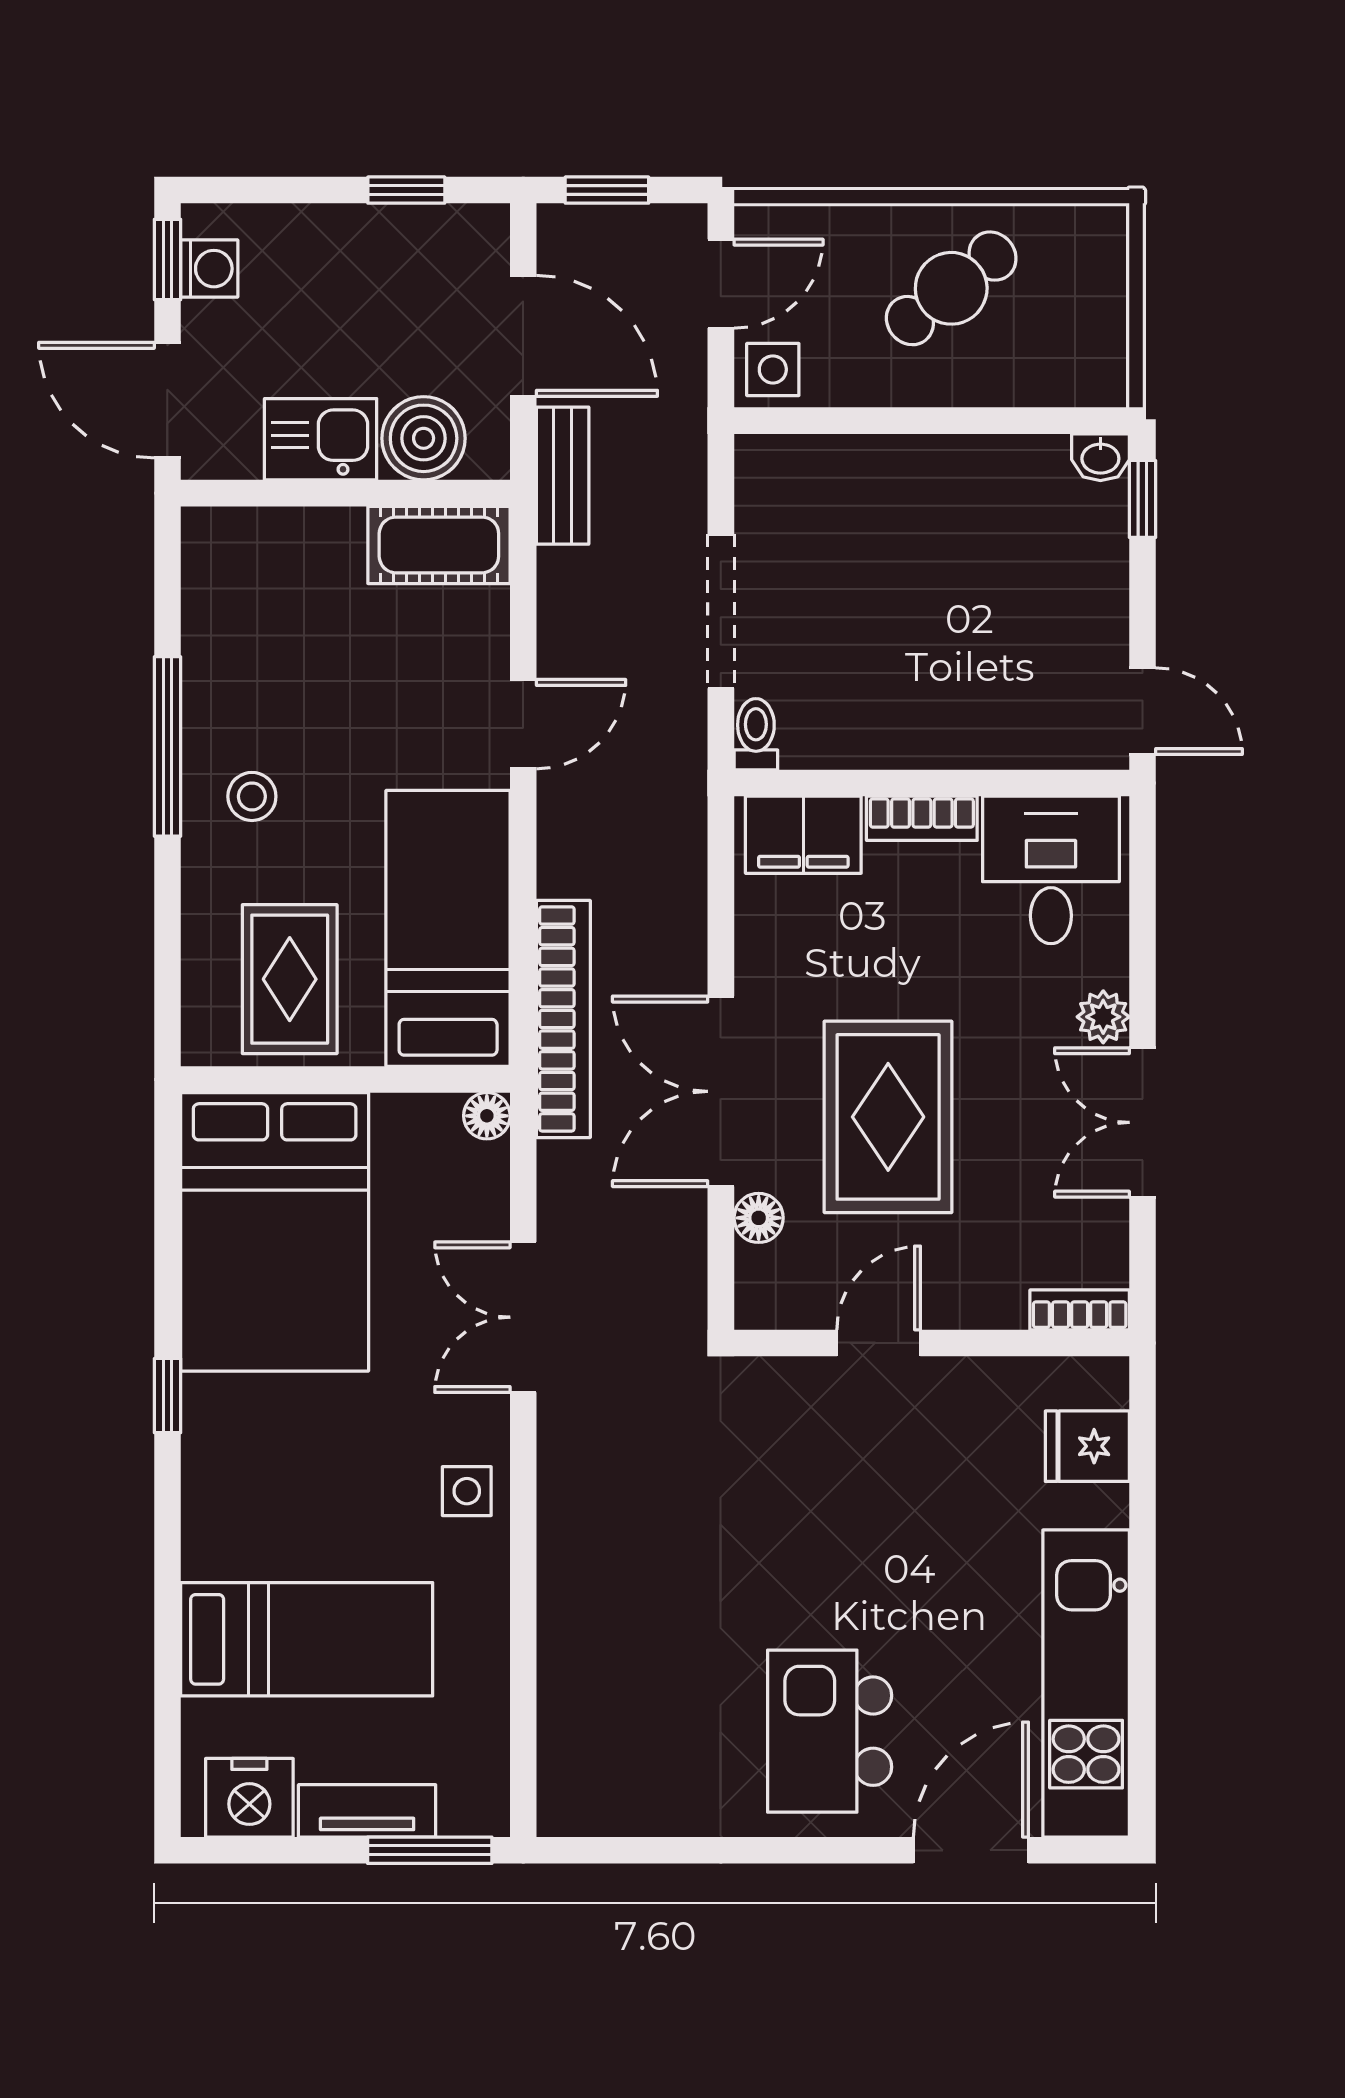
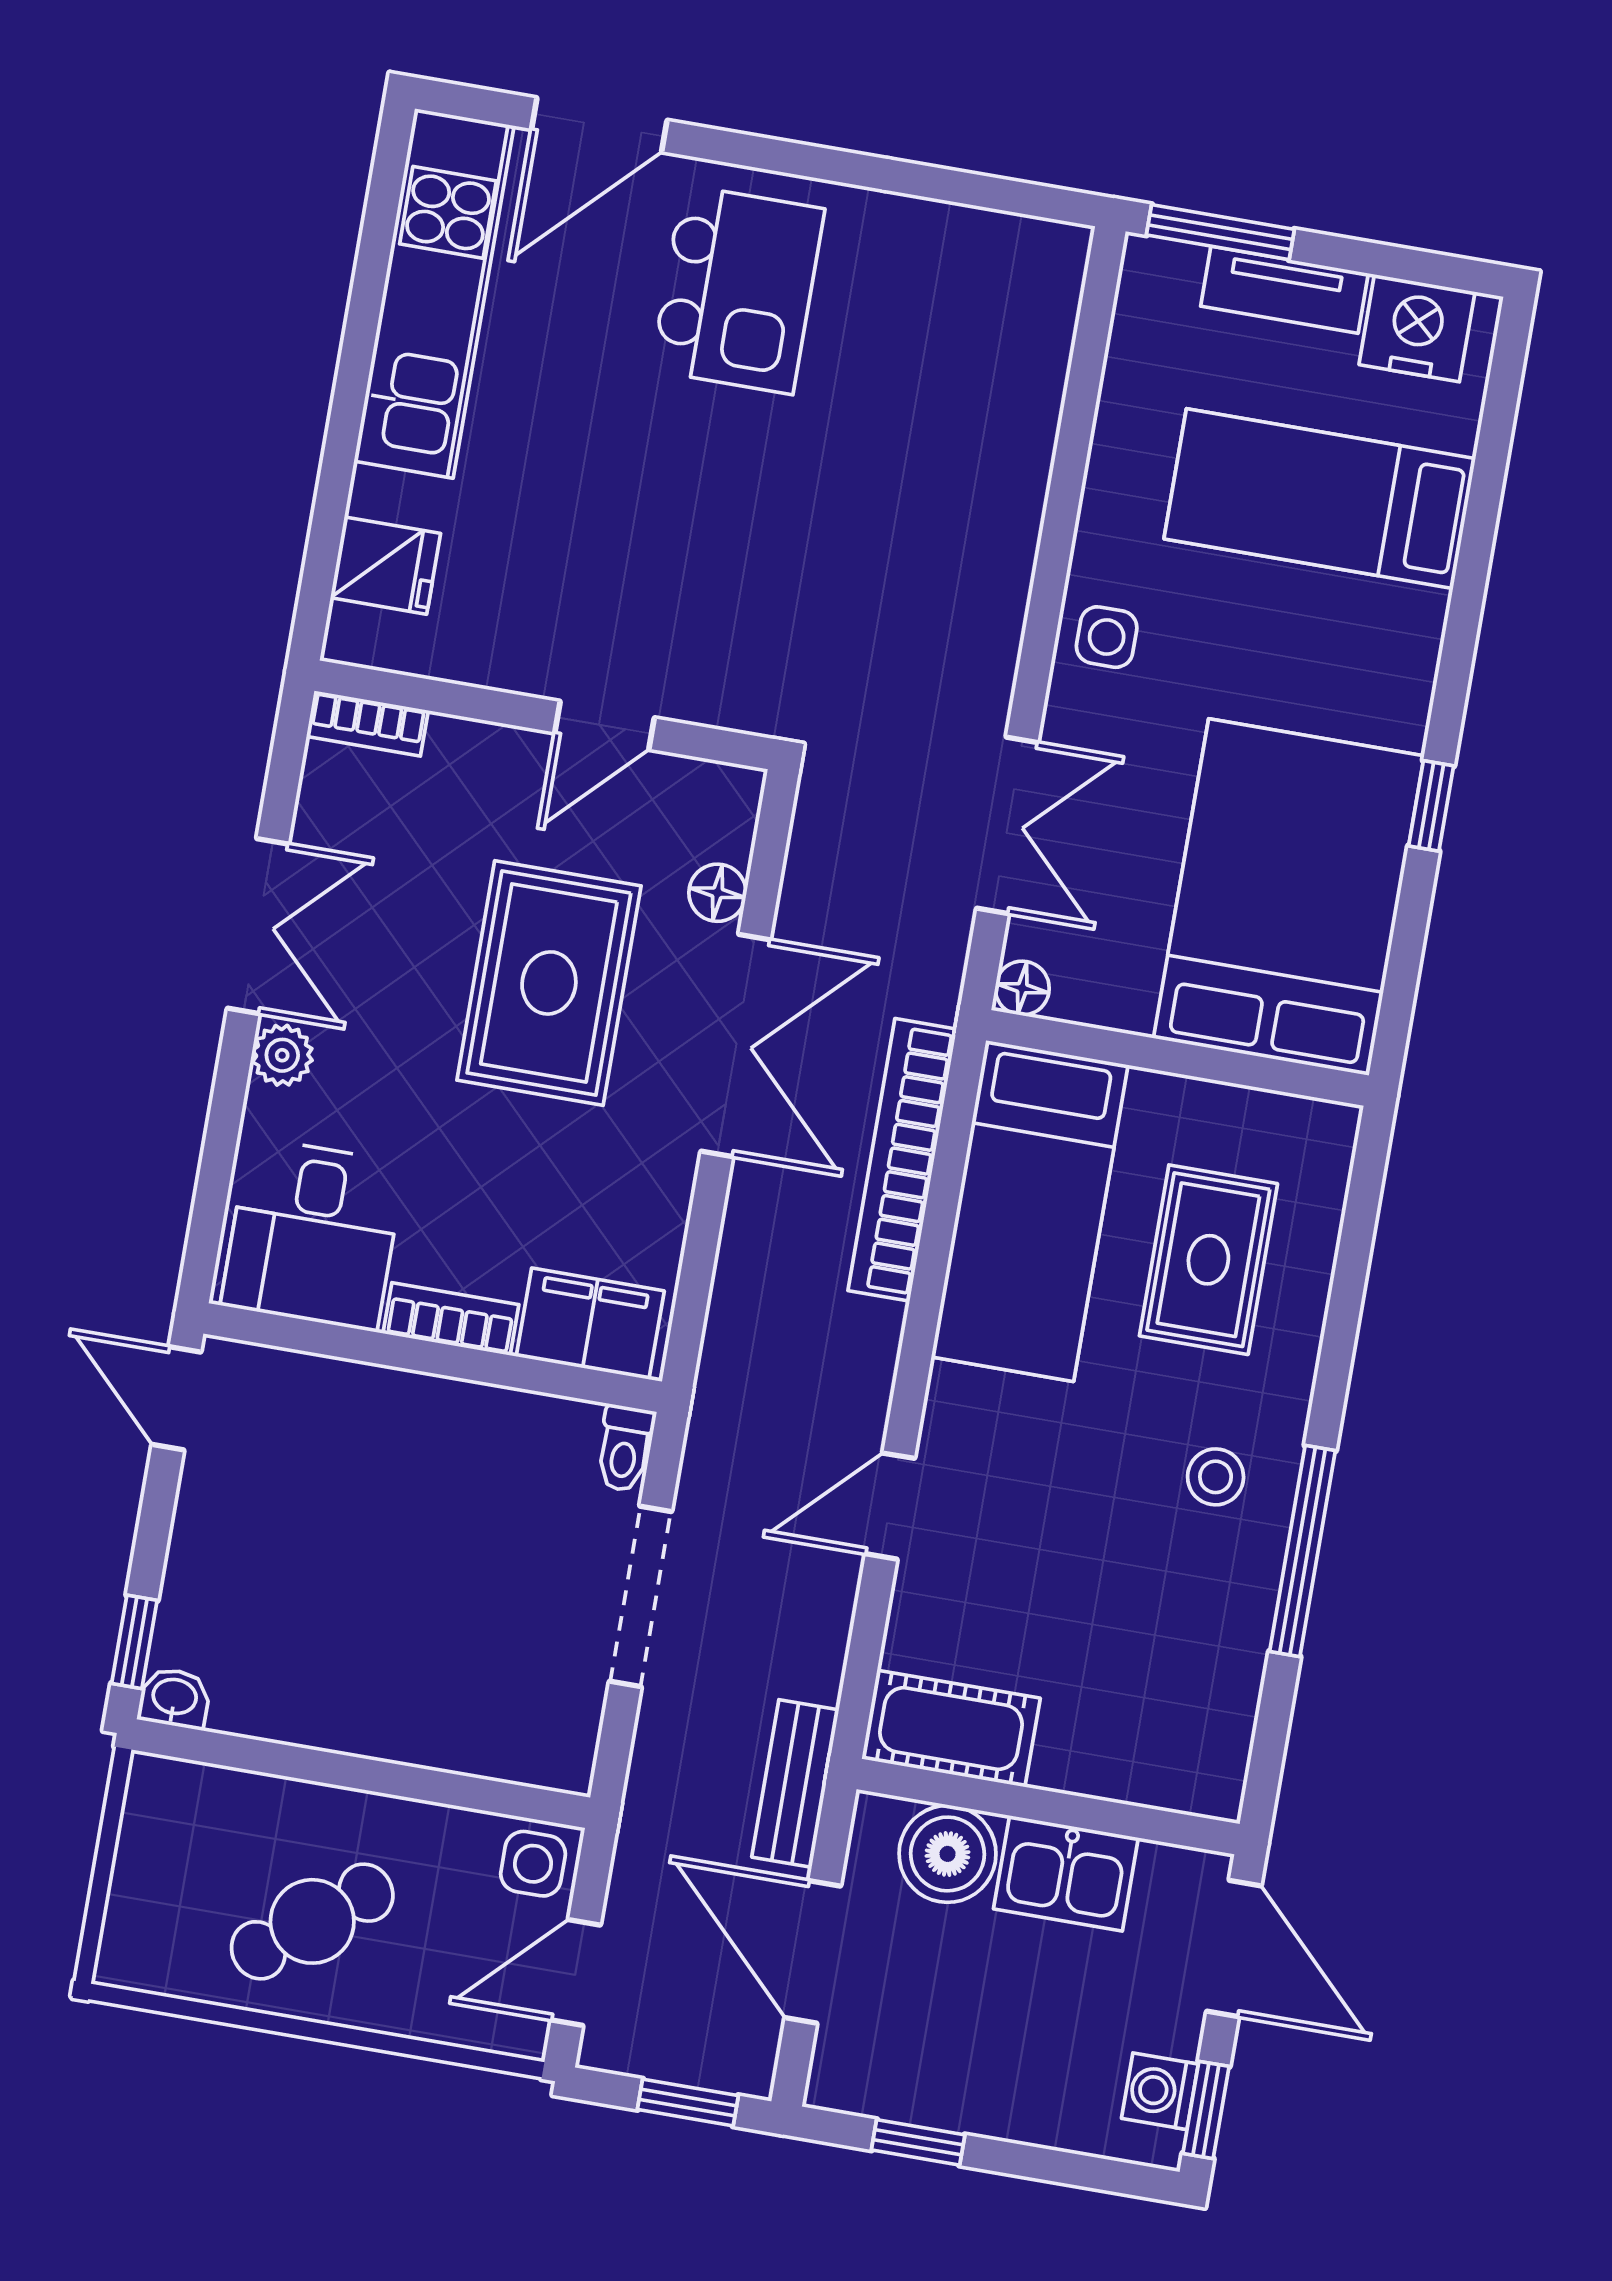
bed: (448, 928) -> (1030, 1211), moved
wall: (345, 1079) -> (1177, 1058), moved
floor lamp: (487, 1116) -> (1022, 988), moved
bed: (275, 1232) -> (1289, 897), moved

